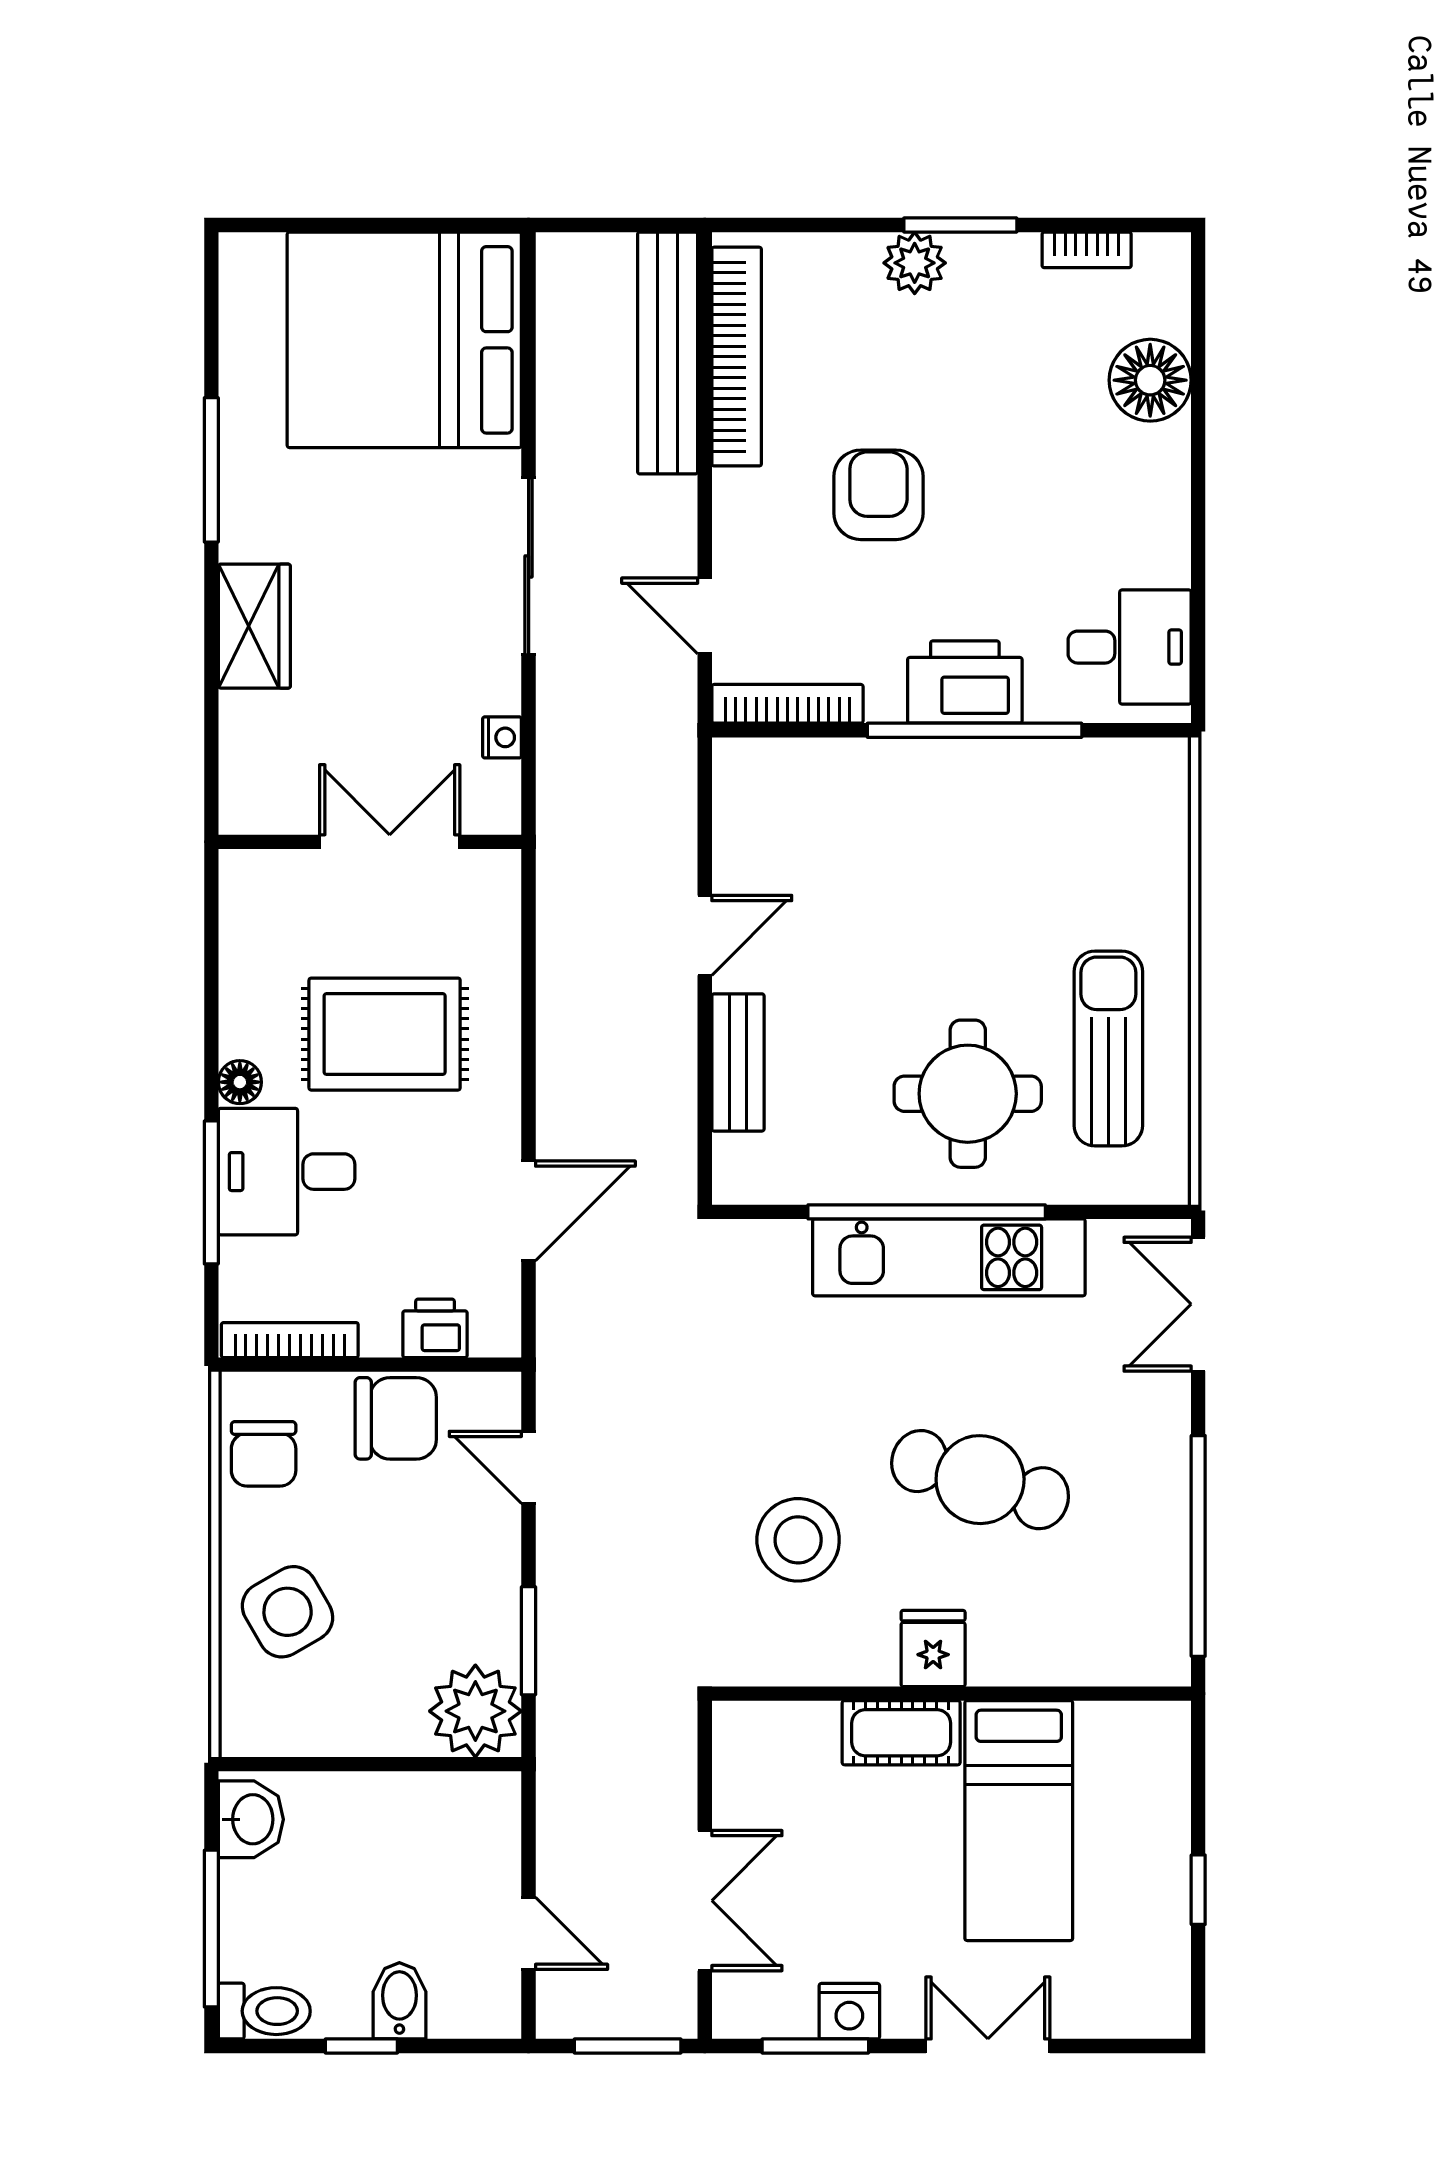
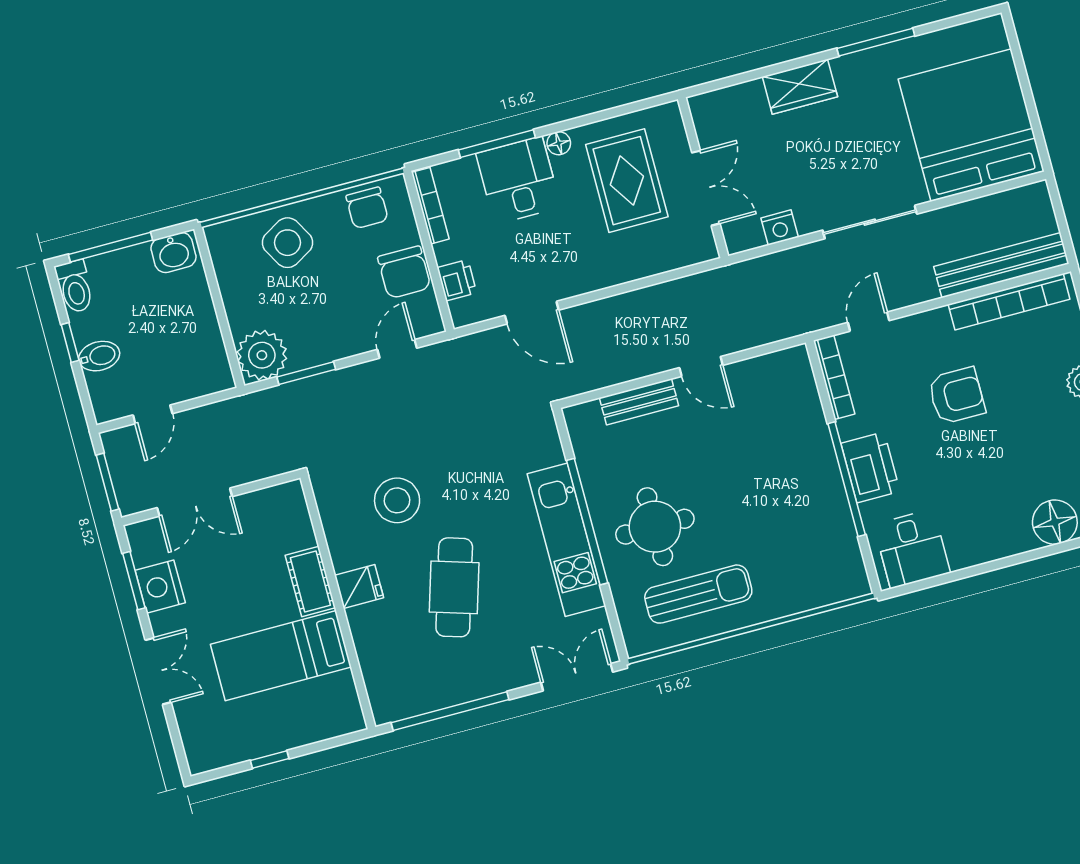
nightstand: (502, 737) -> (780, 228), width x1.39, depth x1.35
rug: (385, 1034) -> (627, 181), moved
chair: (264, 1454) -> (367, 208), turned -90
nightstand: (849, 2011) -> (160, 587), width x1.36, depth x1.33

